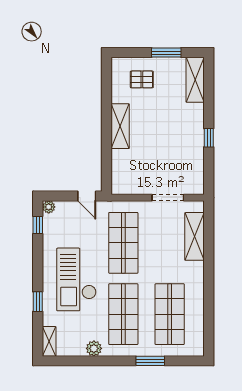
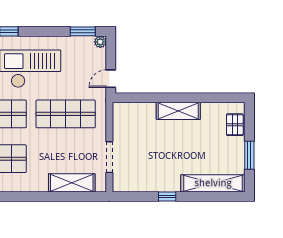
pallet: (142, 79) -> (235, 125), moved
shelving: (195, 80) -> (213, 183), width x1.47
window: (38, 225) -> (83, 31), width x1.50

